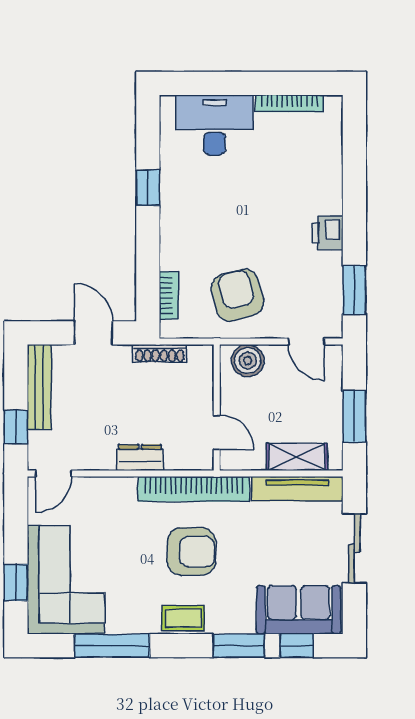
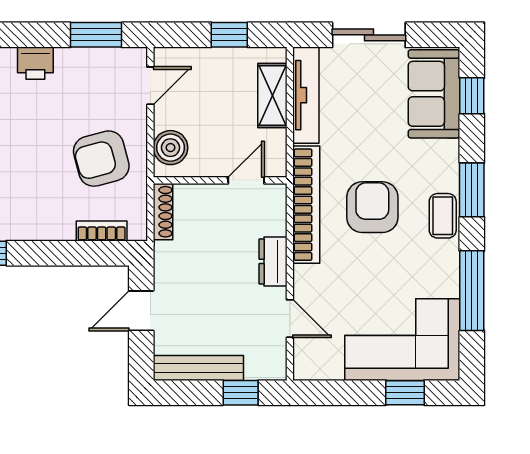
shoe rack: (160, 353) -> (163, 212), moved
window: (354, 416) -> (229, 35), width x0.67
door: (54, 474) -> (290, 319), moved
window: (239, 646) -> (472, 190), moved

